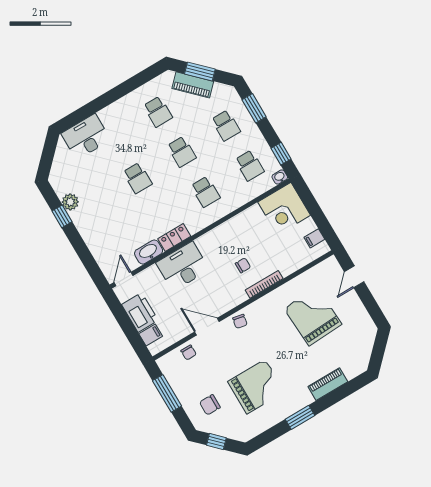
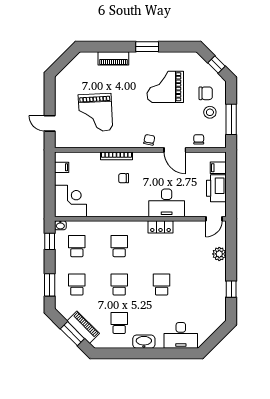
plant: (70, 202) -> (219, 254), moved
washbasin: (149, 252) -> (144, 342), moved, turned 180
door: (354, 277) -> (50, 123), swing flipped
stool: (194, 388) -> (210, 112), added

